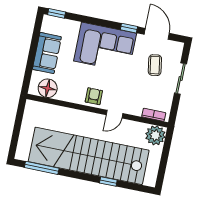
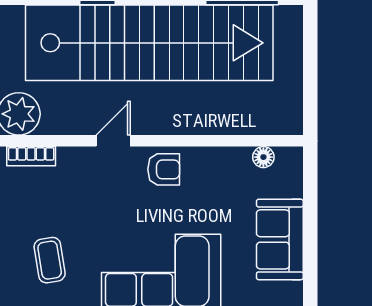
floor lamp: (48, 88) -> (263, 157), width x0.53, depth x0.53
armchair: (94, 96) -> (164, 169), turned -90

